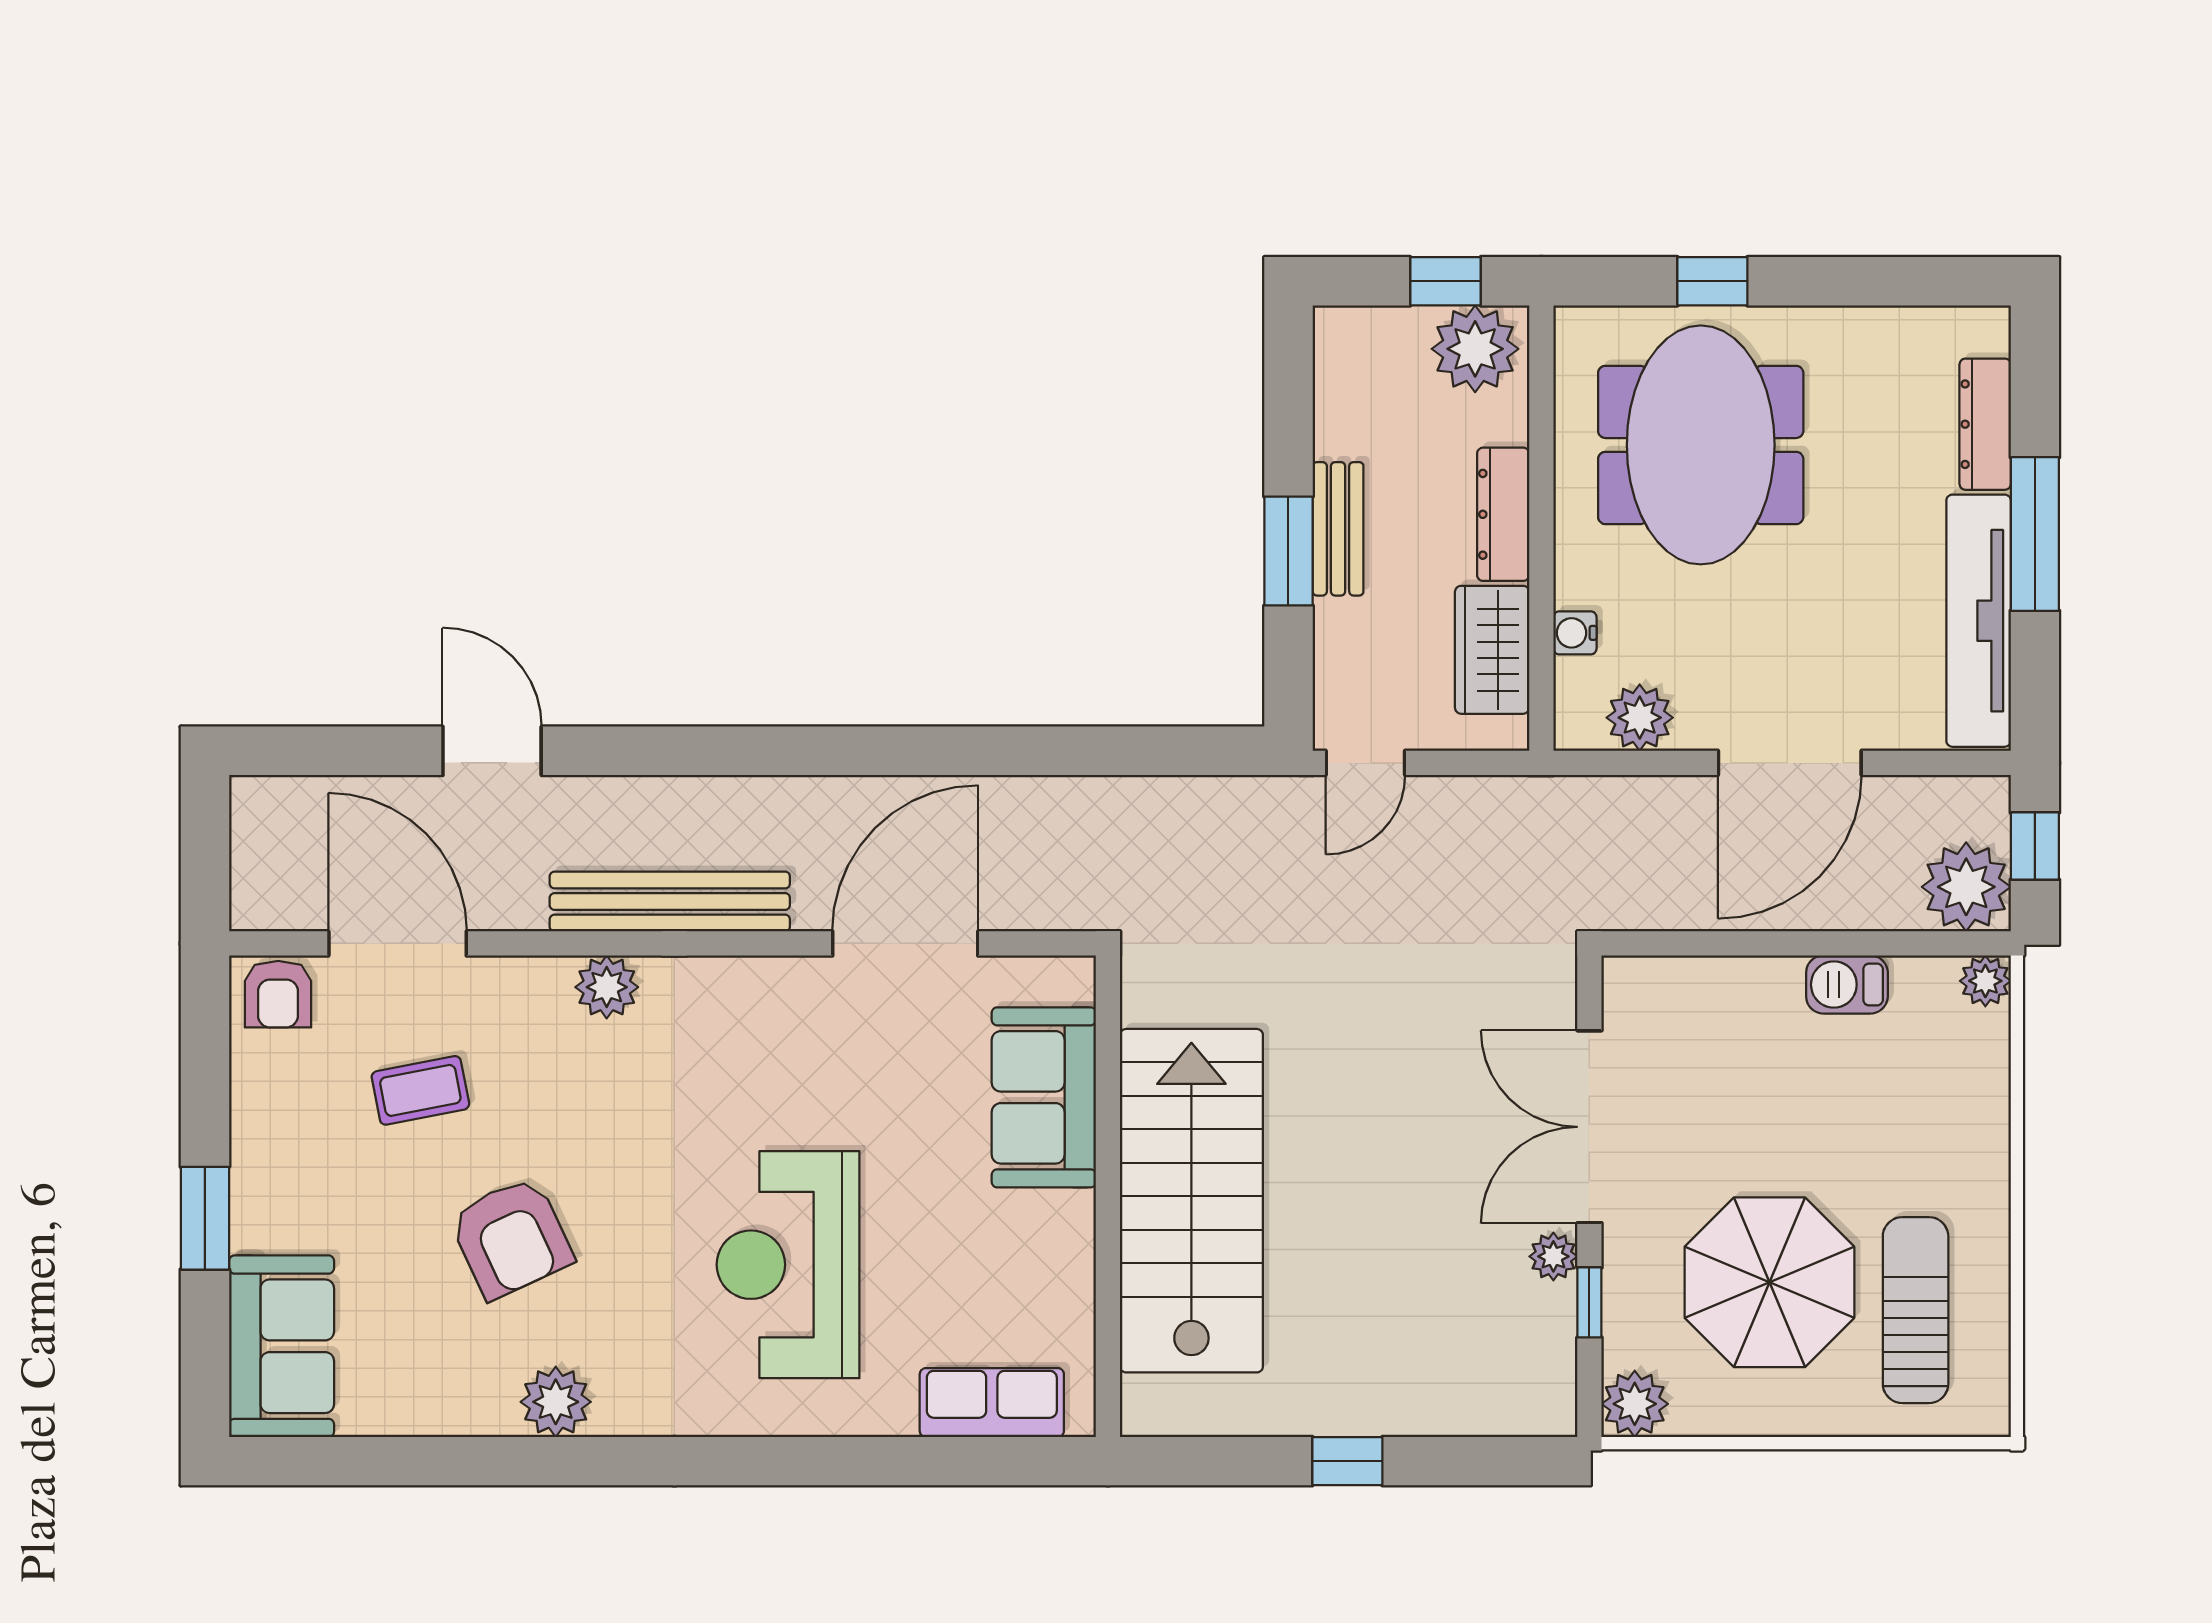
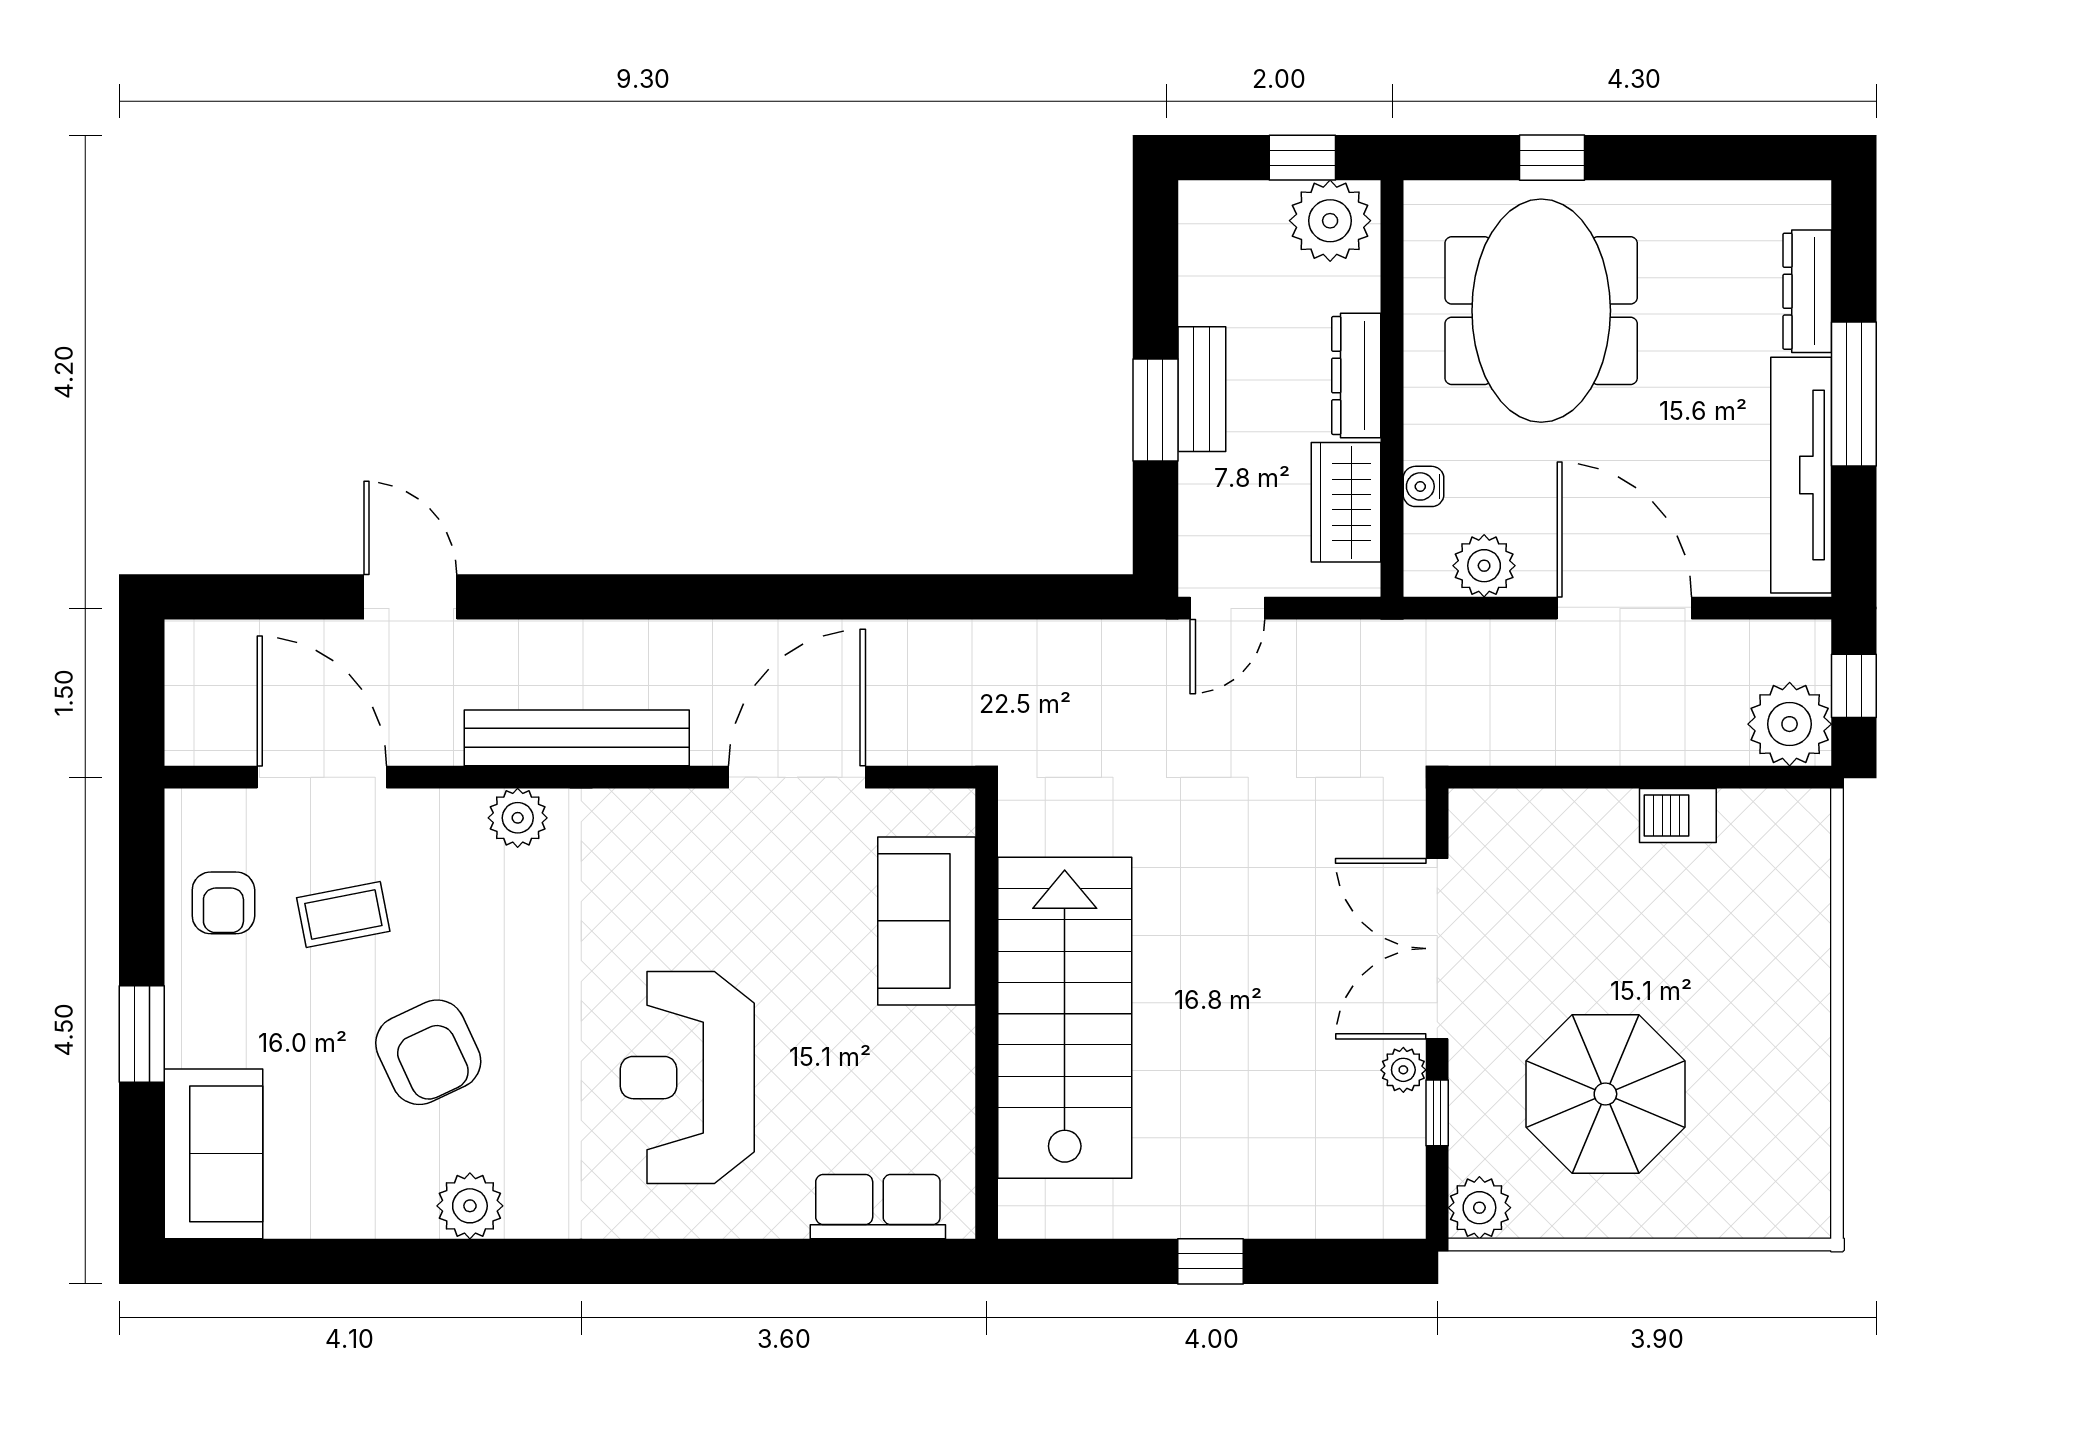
door: (1790, 763) -> (1624, 608), swing flipped
plant: (1985, 981) -> (1807, 812), removed
armchair: (278, 994) -> (223, 903), moved
sun lounger: (1916, 1310) -> (1742, 1120), removed

